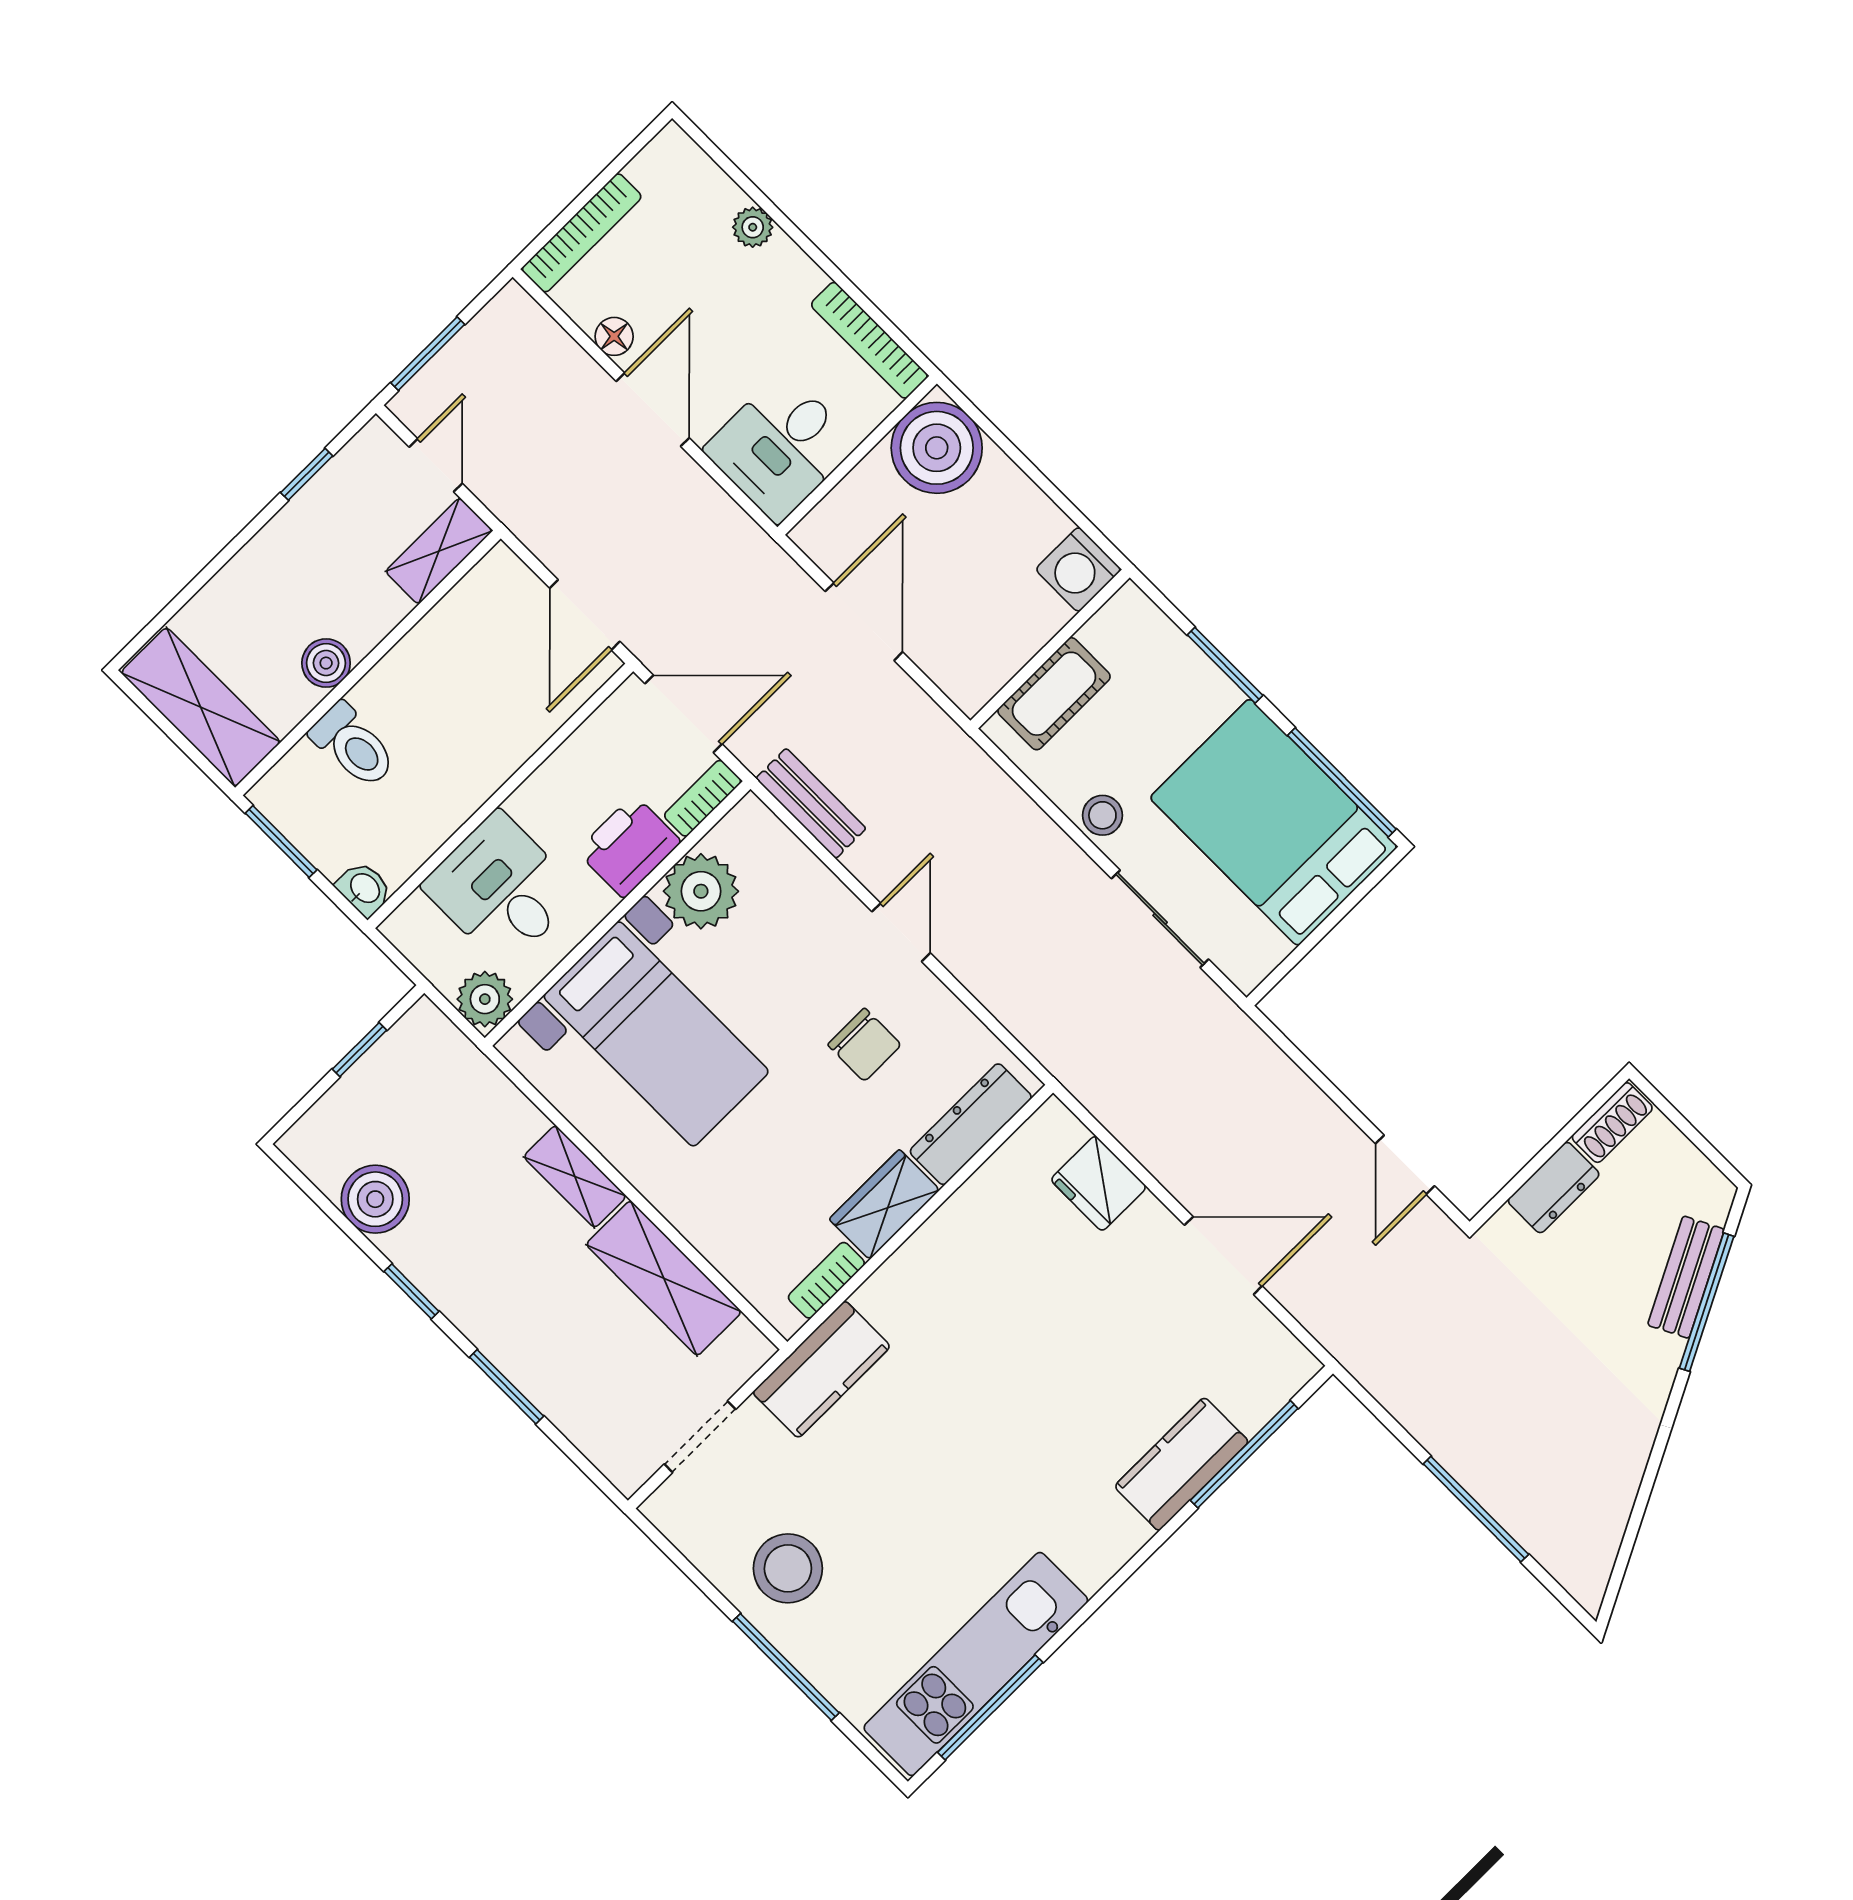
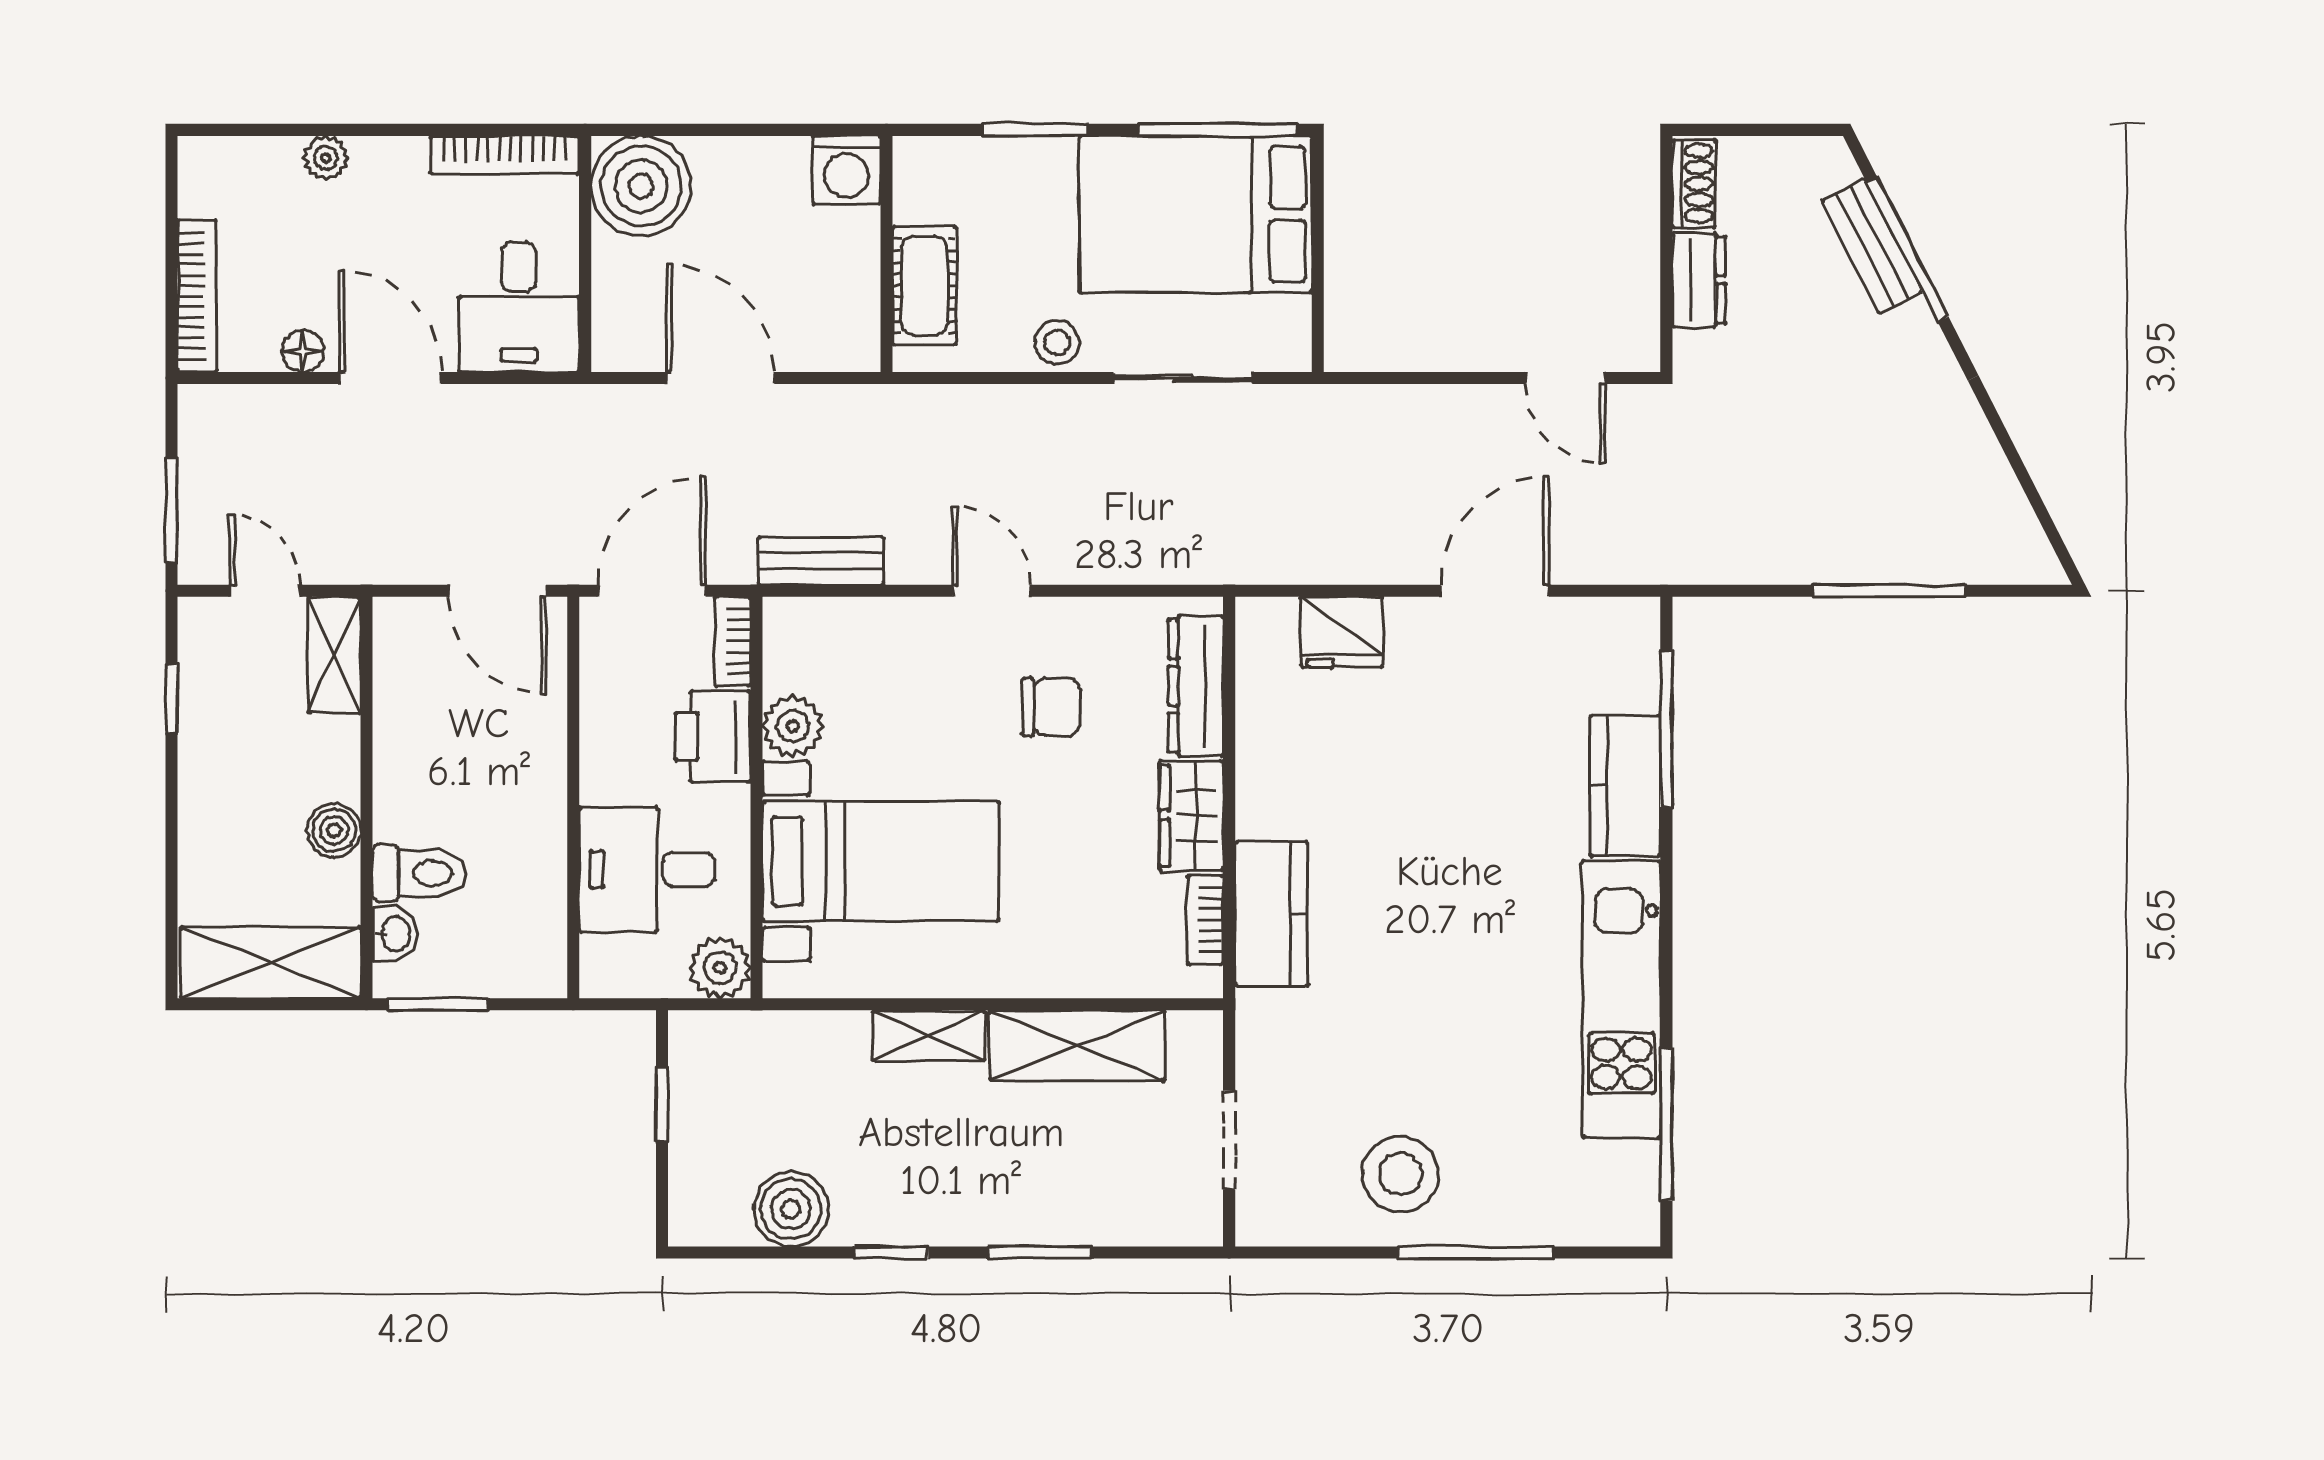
washbasin: (364, 889) -> (395, 934), moved, turned 90
plant: (701, 891) -> (793, 726), width x0.73, depth x0.73
kitchen counter: (822, 1369) -> (1271, 914), moved
kitchen unit: (976, 1664) -> (1621, 999), moved

